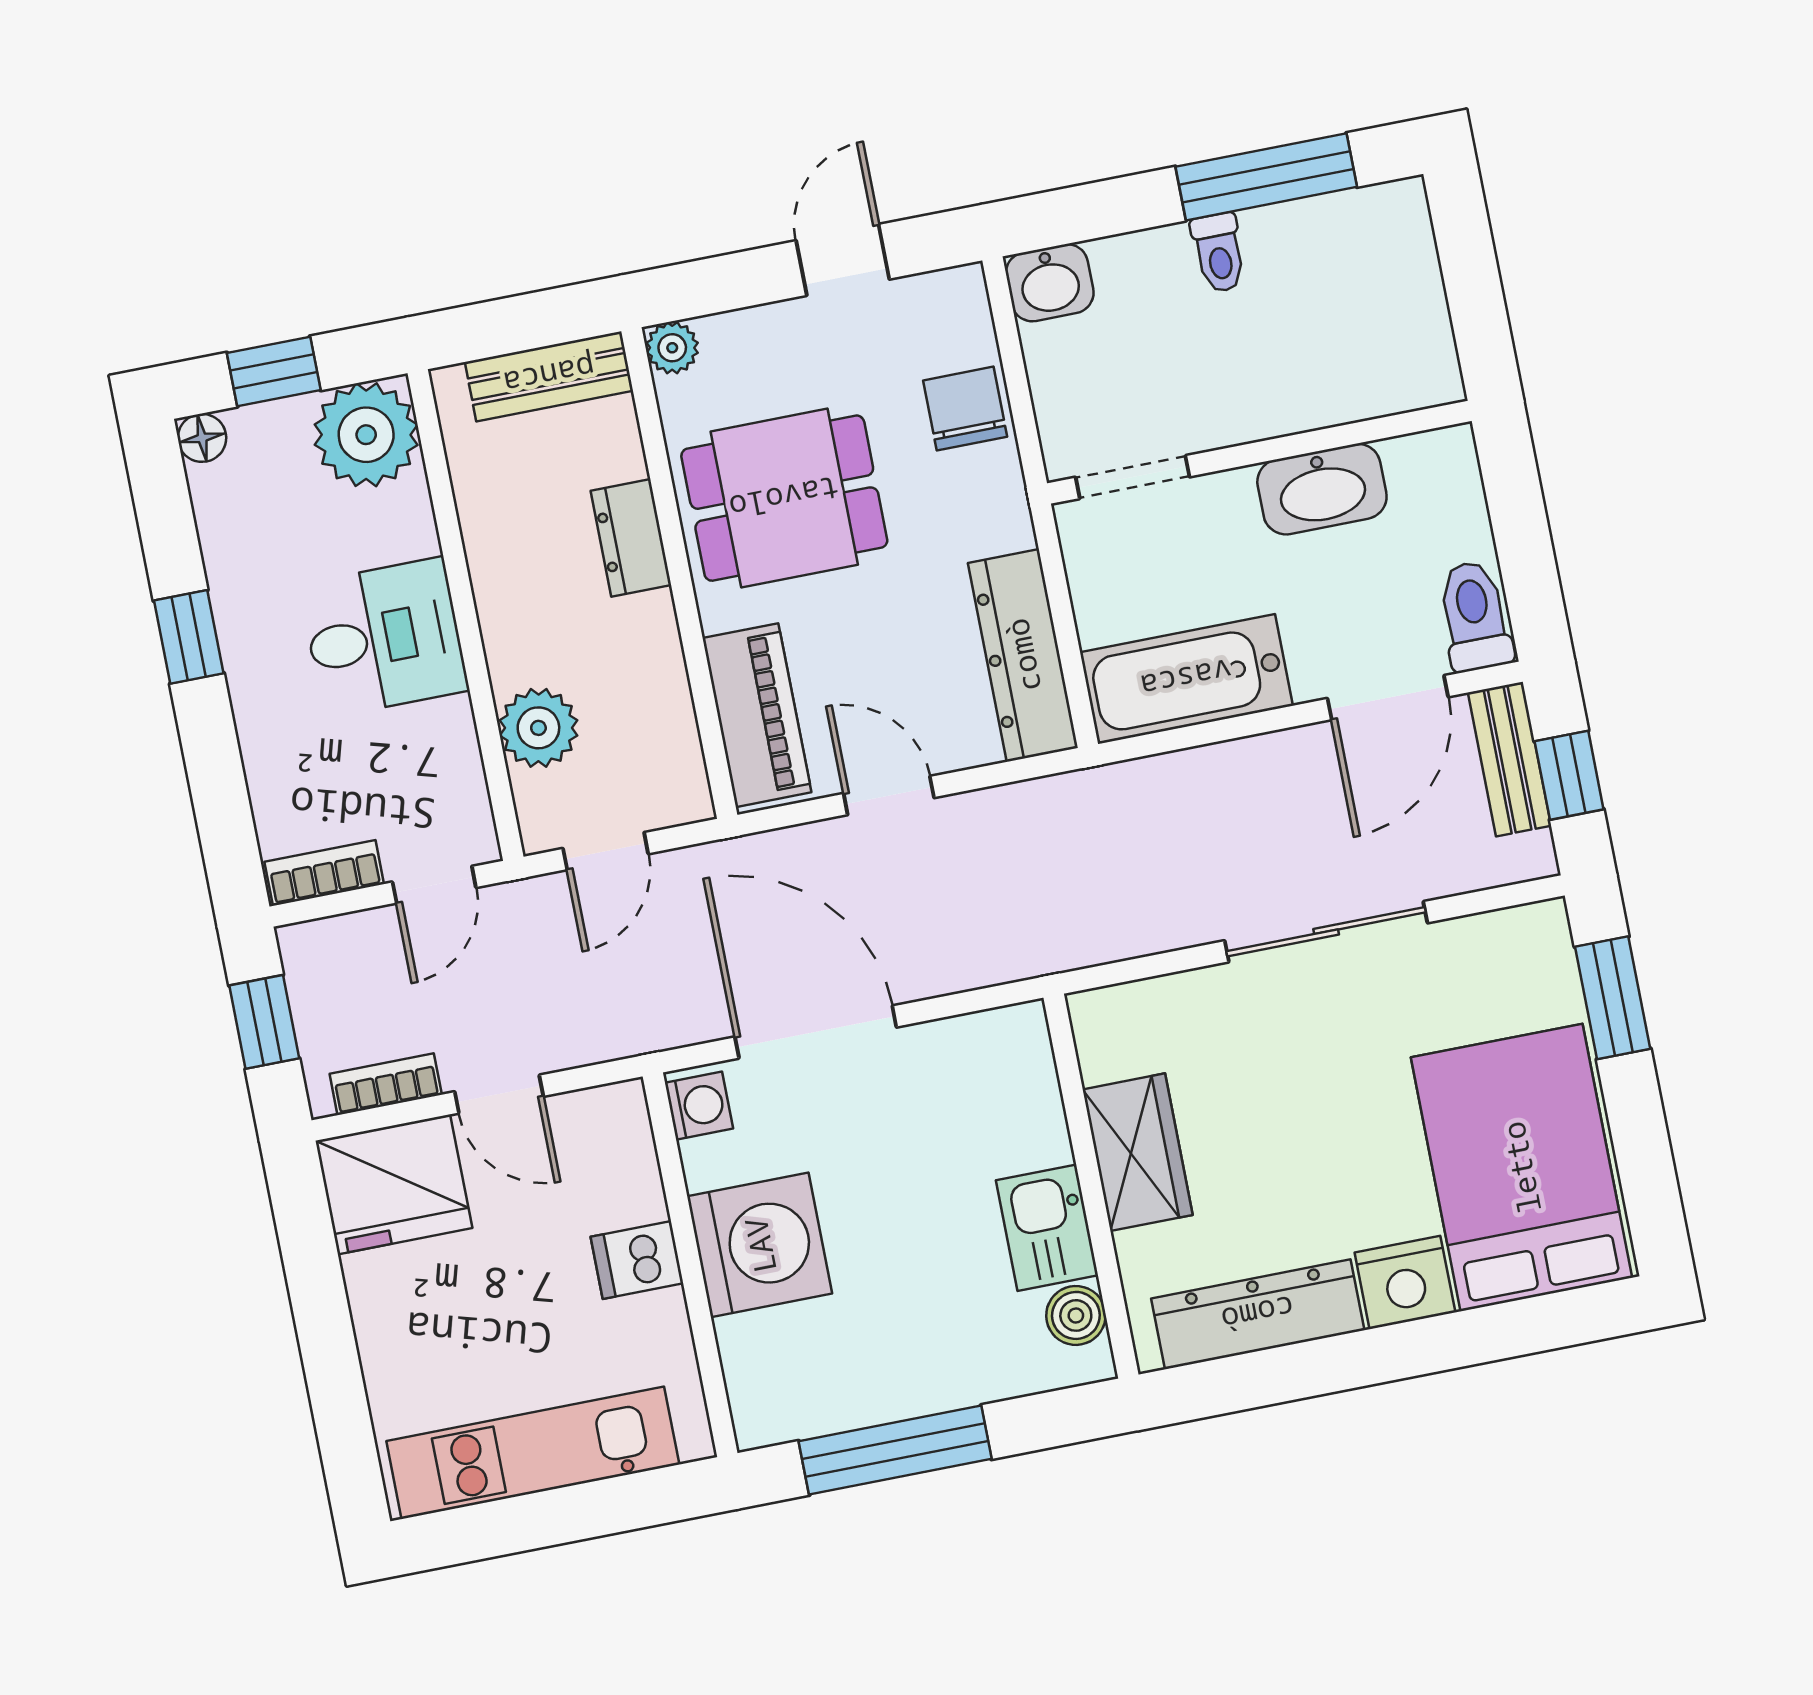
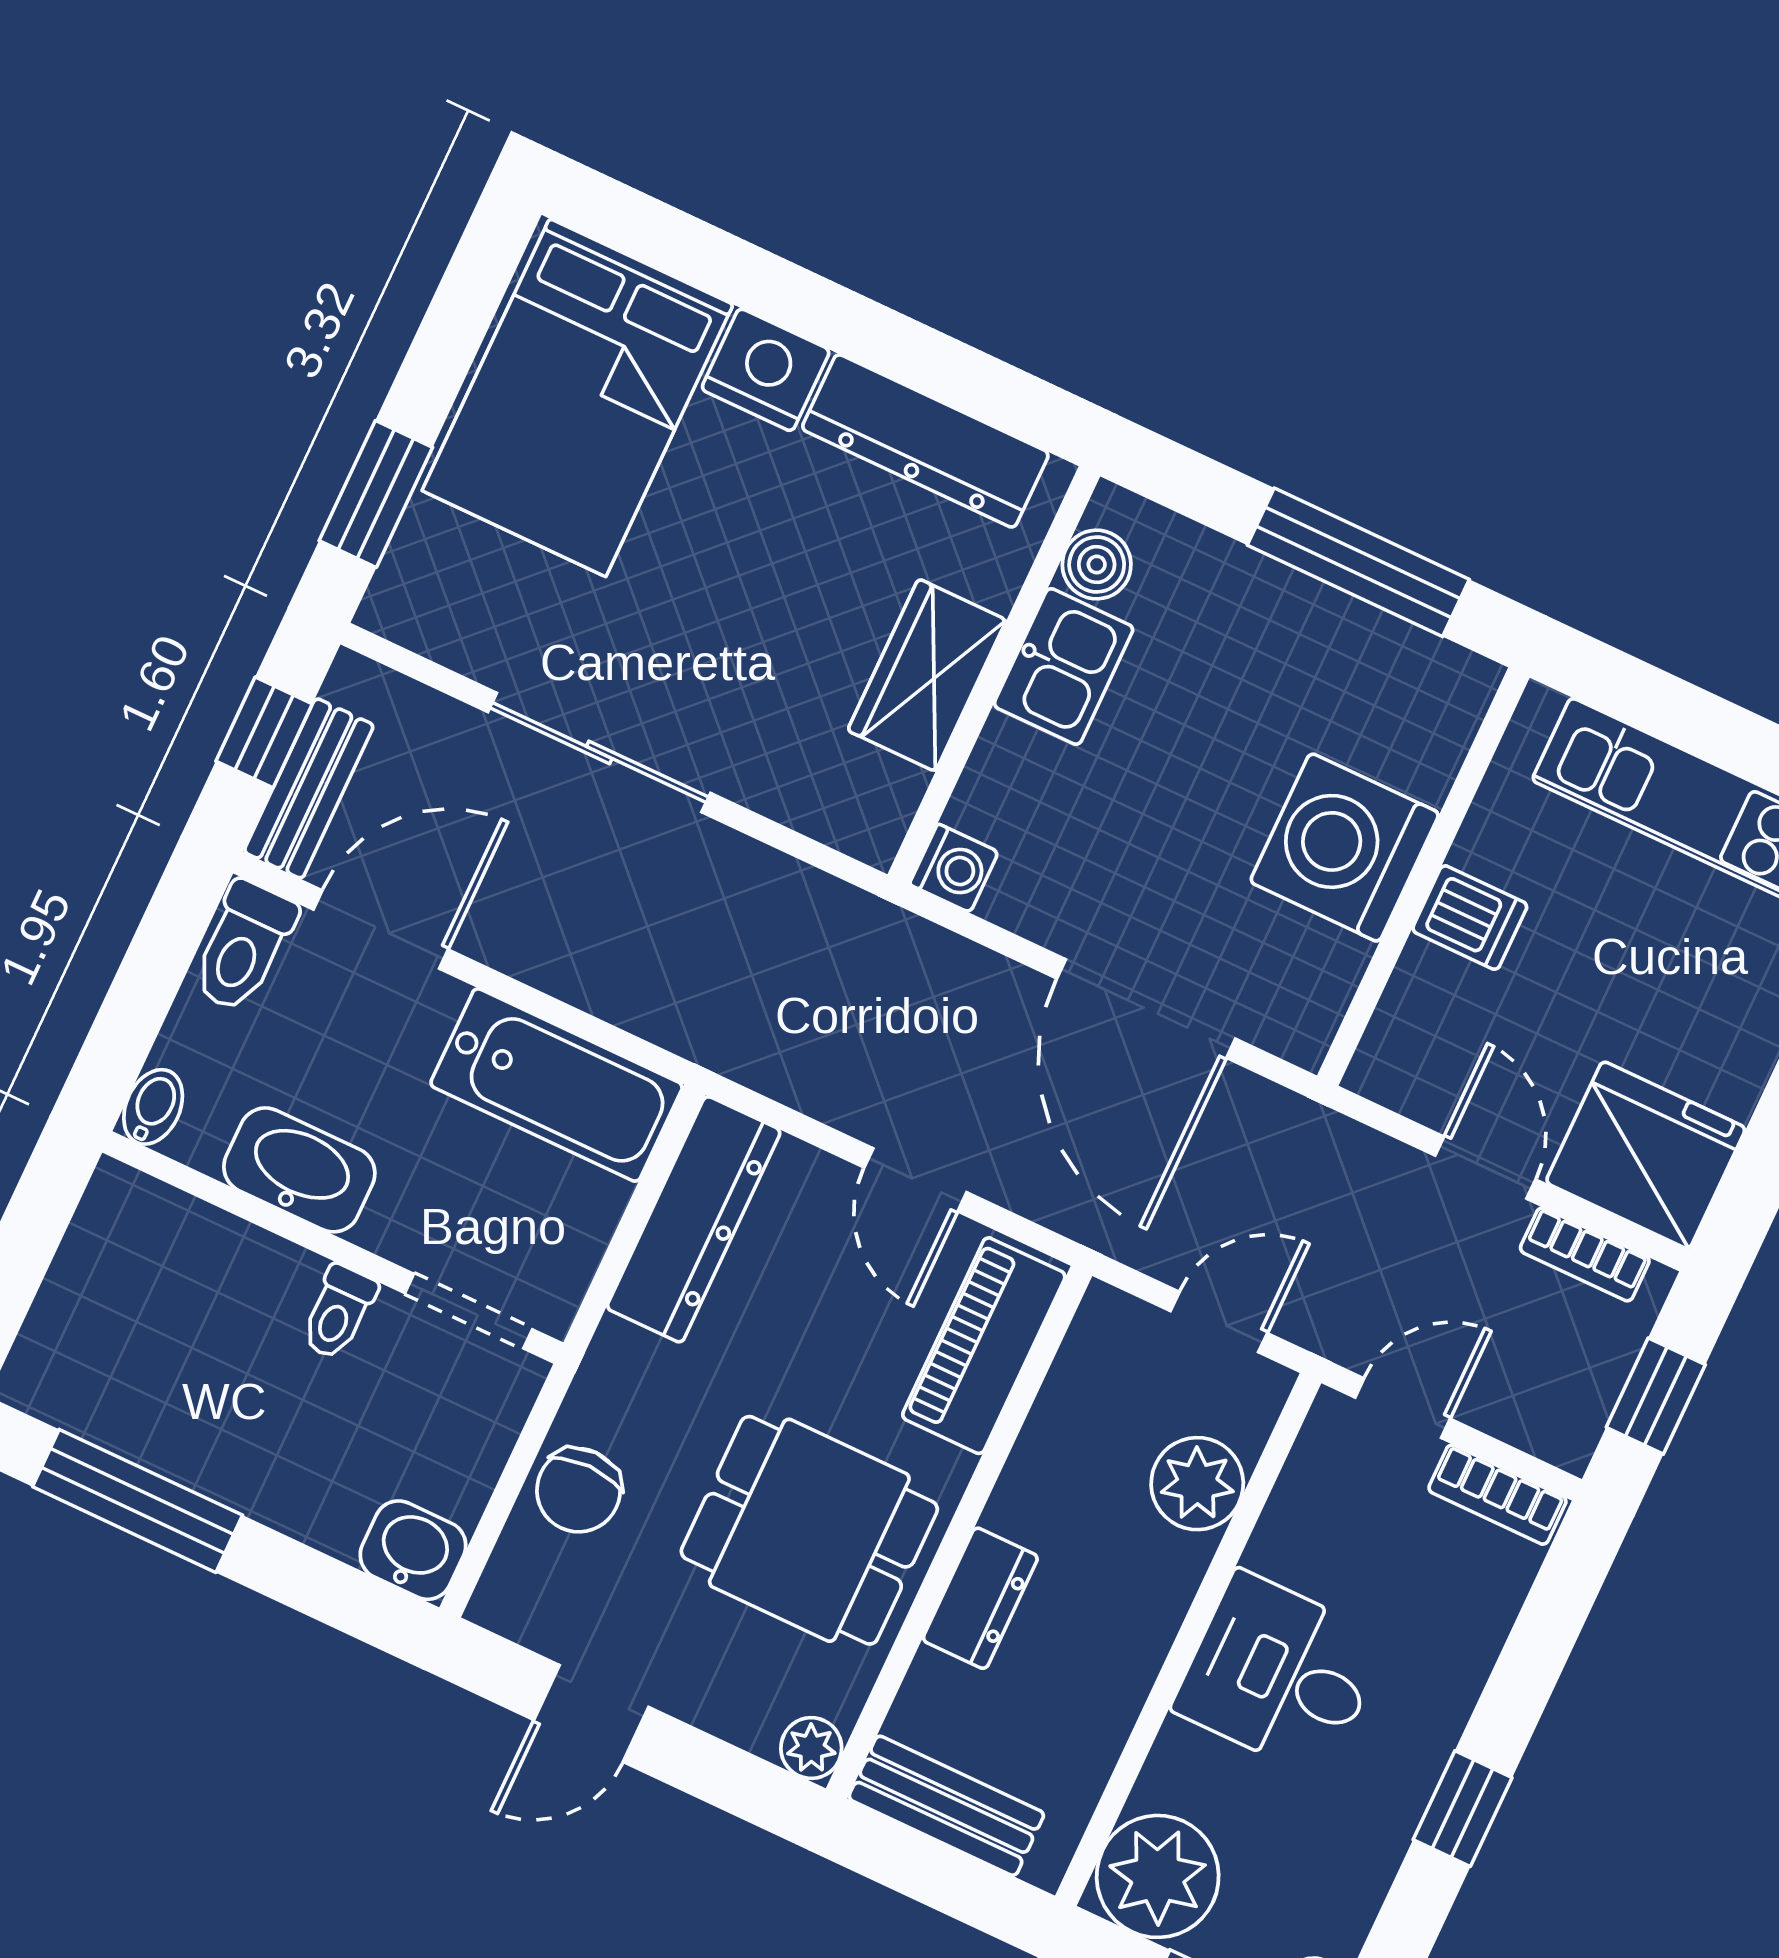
toilet: (1219, 253) -> (338, 1312), moved, turned 180
bidet: (1456, 459) -> (153, 1107), added
washing machine: (699, 1106) -> (954, 868), moved, turned 180

